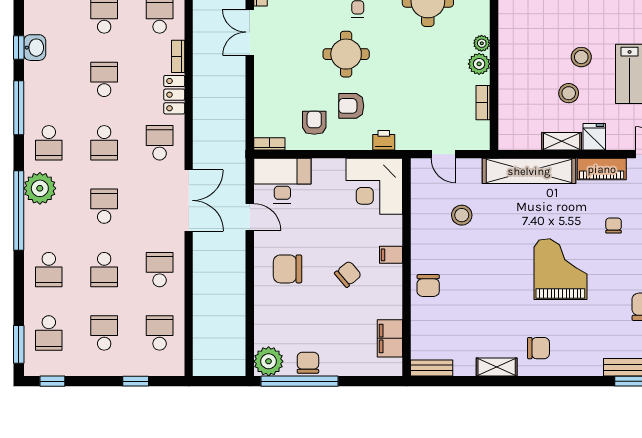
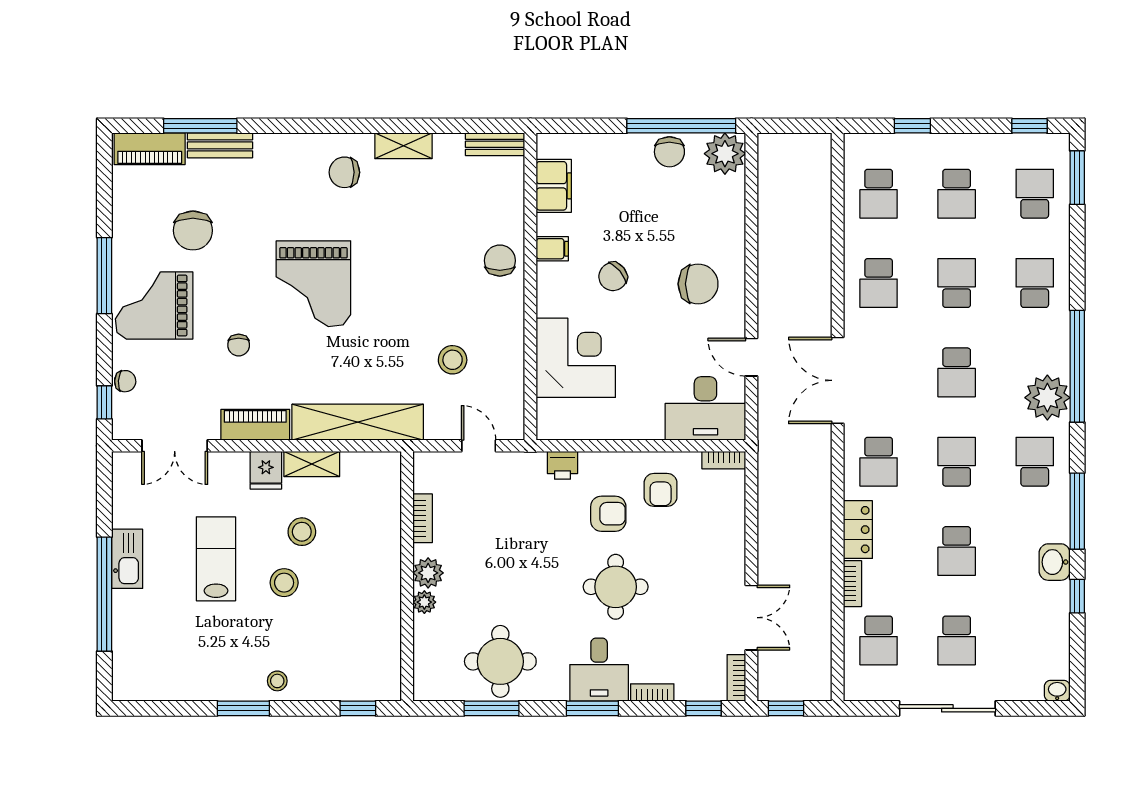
washbasin: (35, 48) -> (1055, 562), moved
corner desk: (374, 186) -> (576, 358), moved
filing cabinet: (391, 255) -> (552, 249), moved

